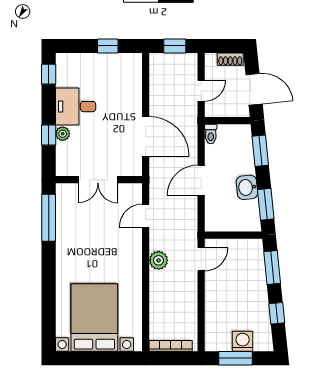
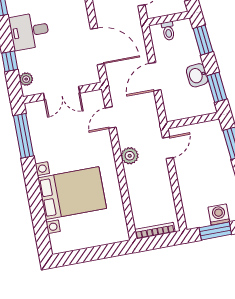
plant: (63, 134) -> (26, 79), moved
toilet: (211, 134) -> (168, 31), moved
bed with nightstands: (94, 317) -> (72, 193), moved, turned 90

